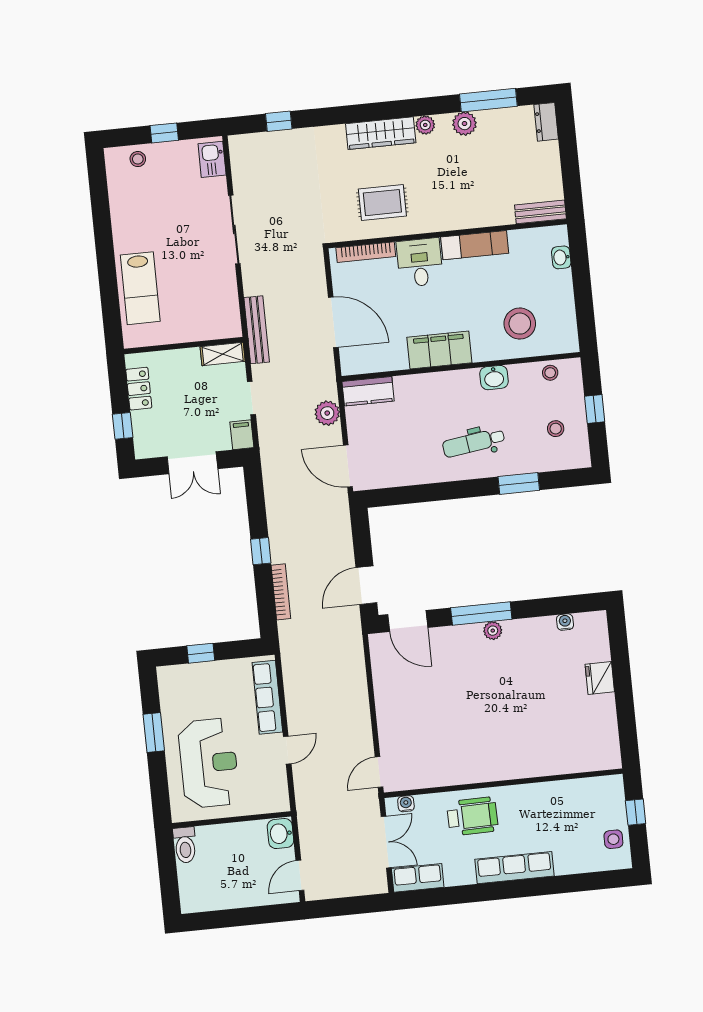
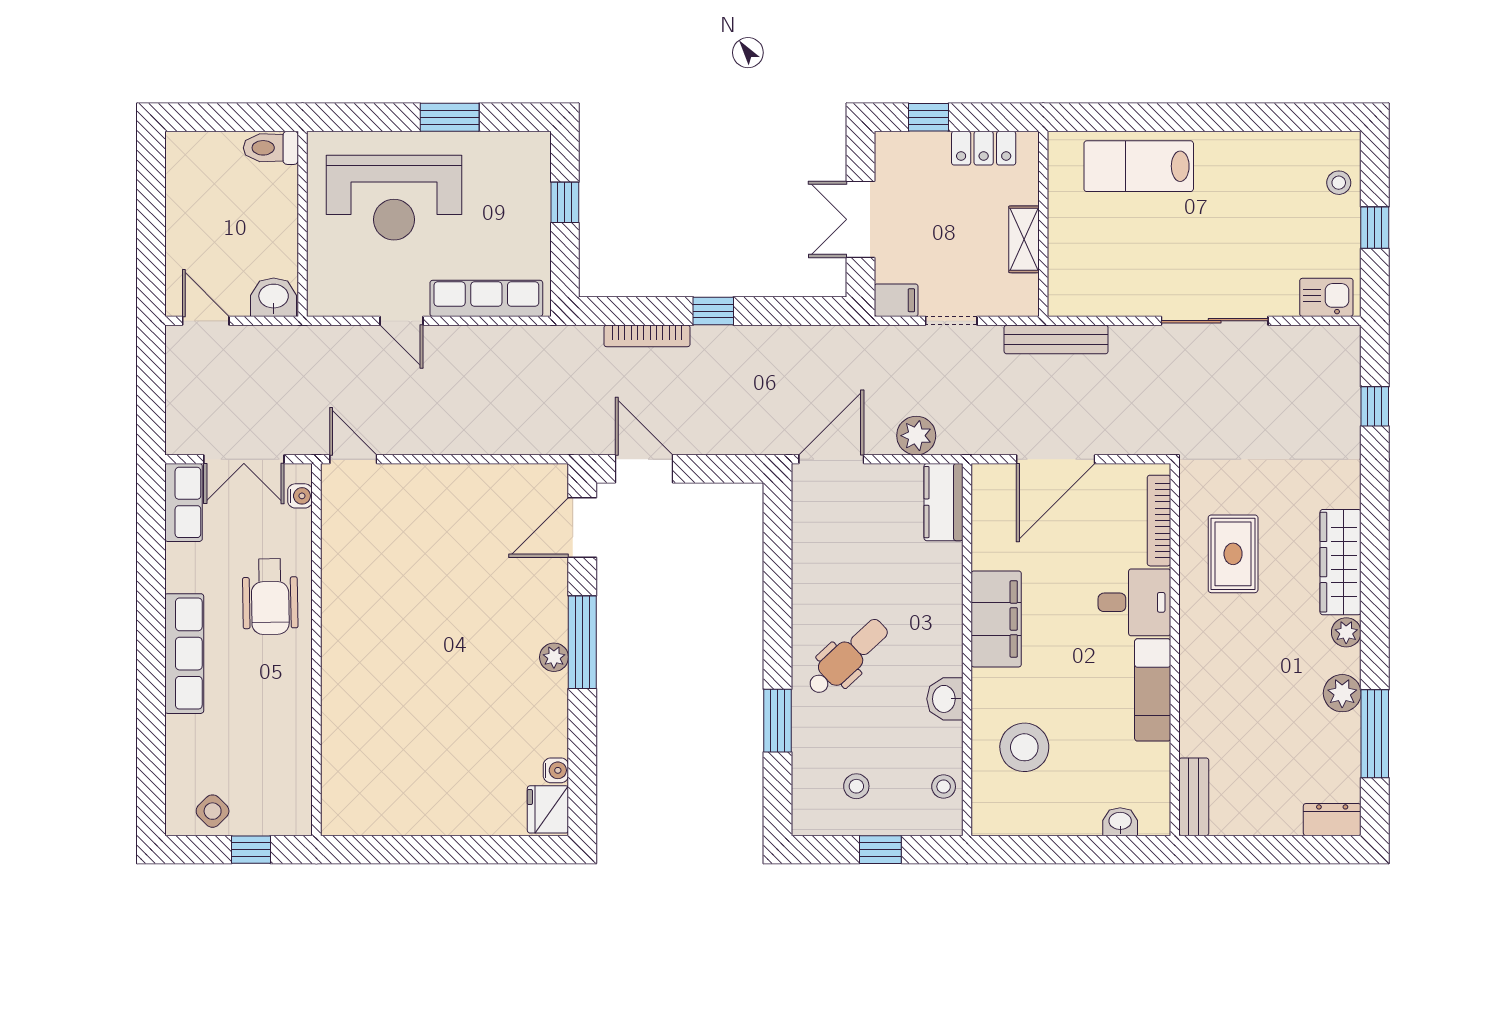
shelving: (223, 354) -> (1024, 239), moved
dental chair: (474, 443) -> (848, 657), turned 55
fridge: (600, 678) -> (548, 809), moved, turned -90
side table: (613, 839) -> (213, 811), turned 45

